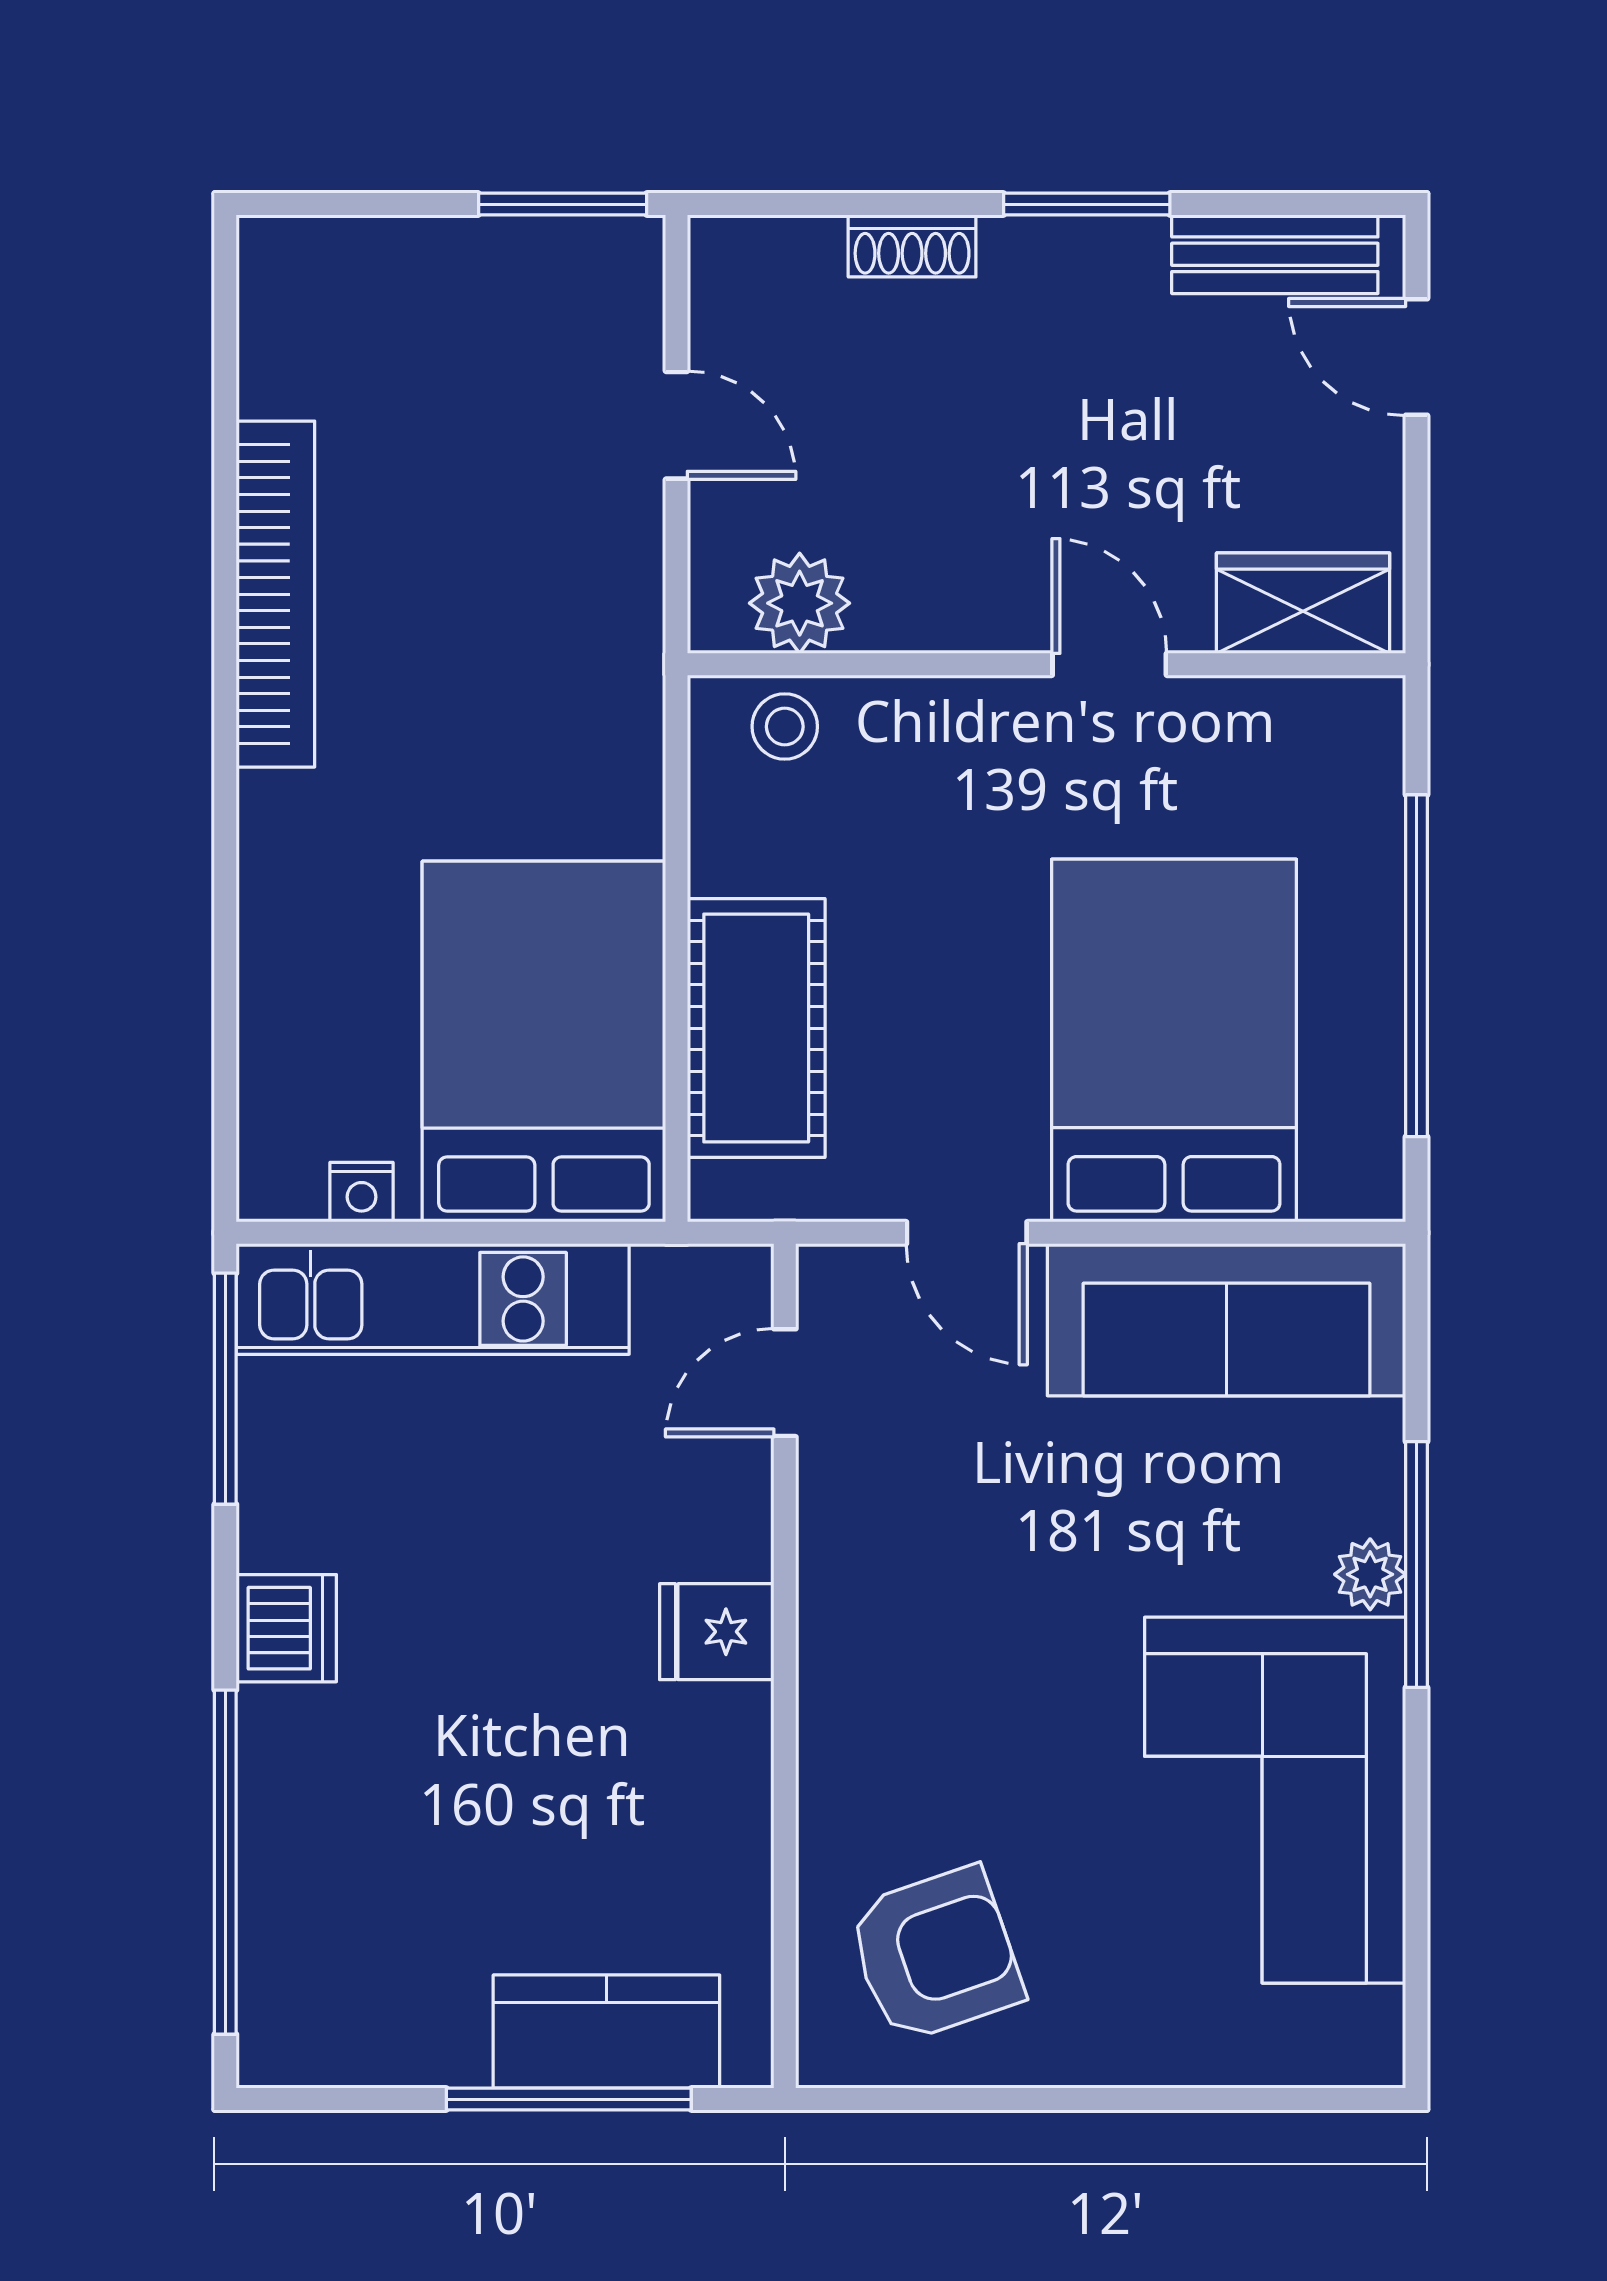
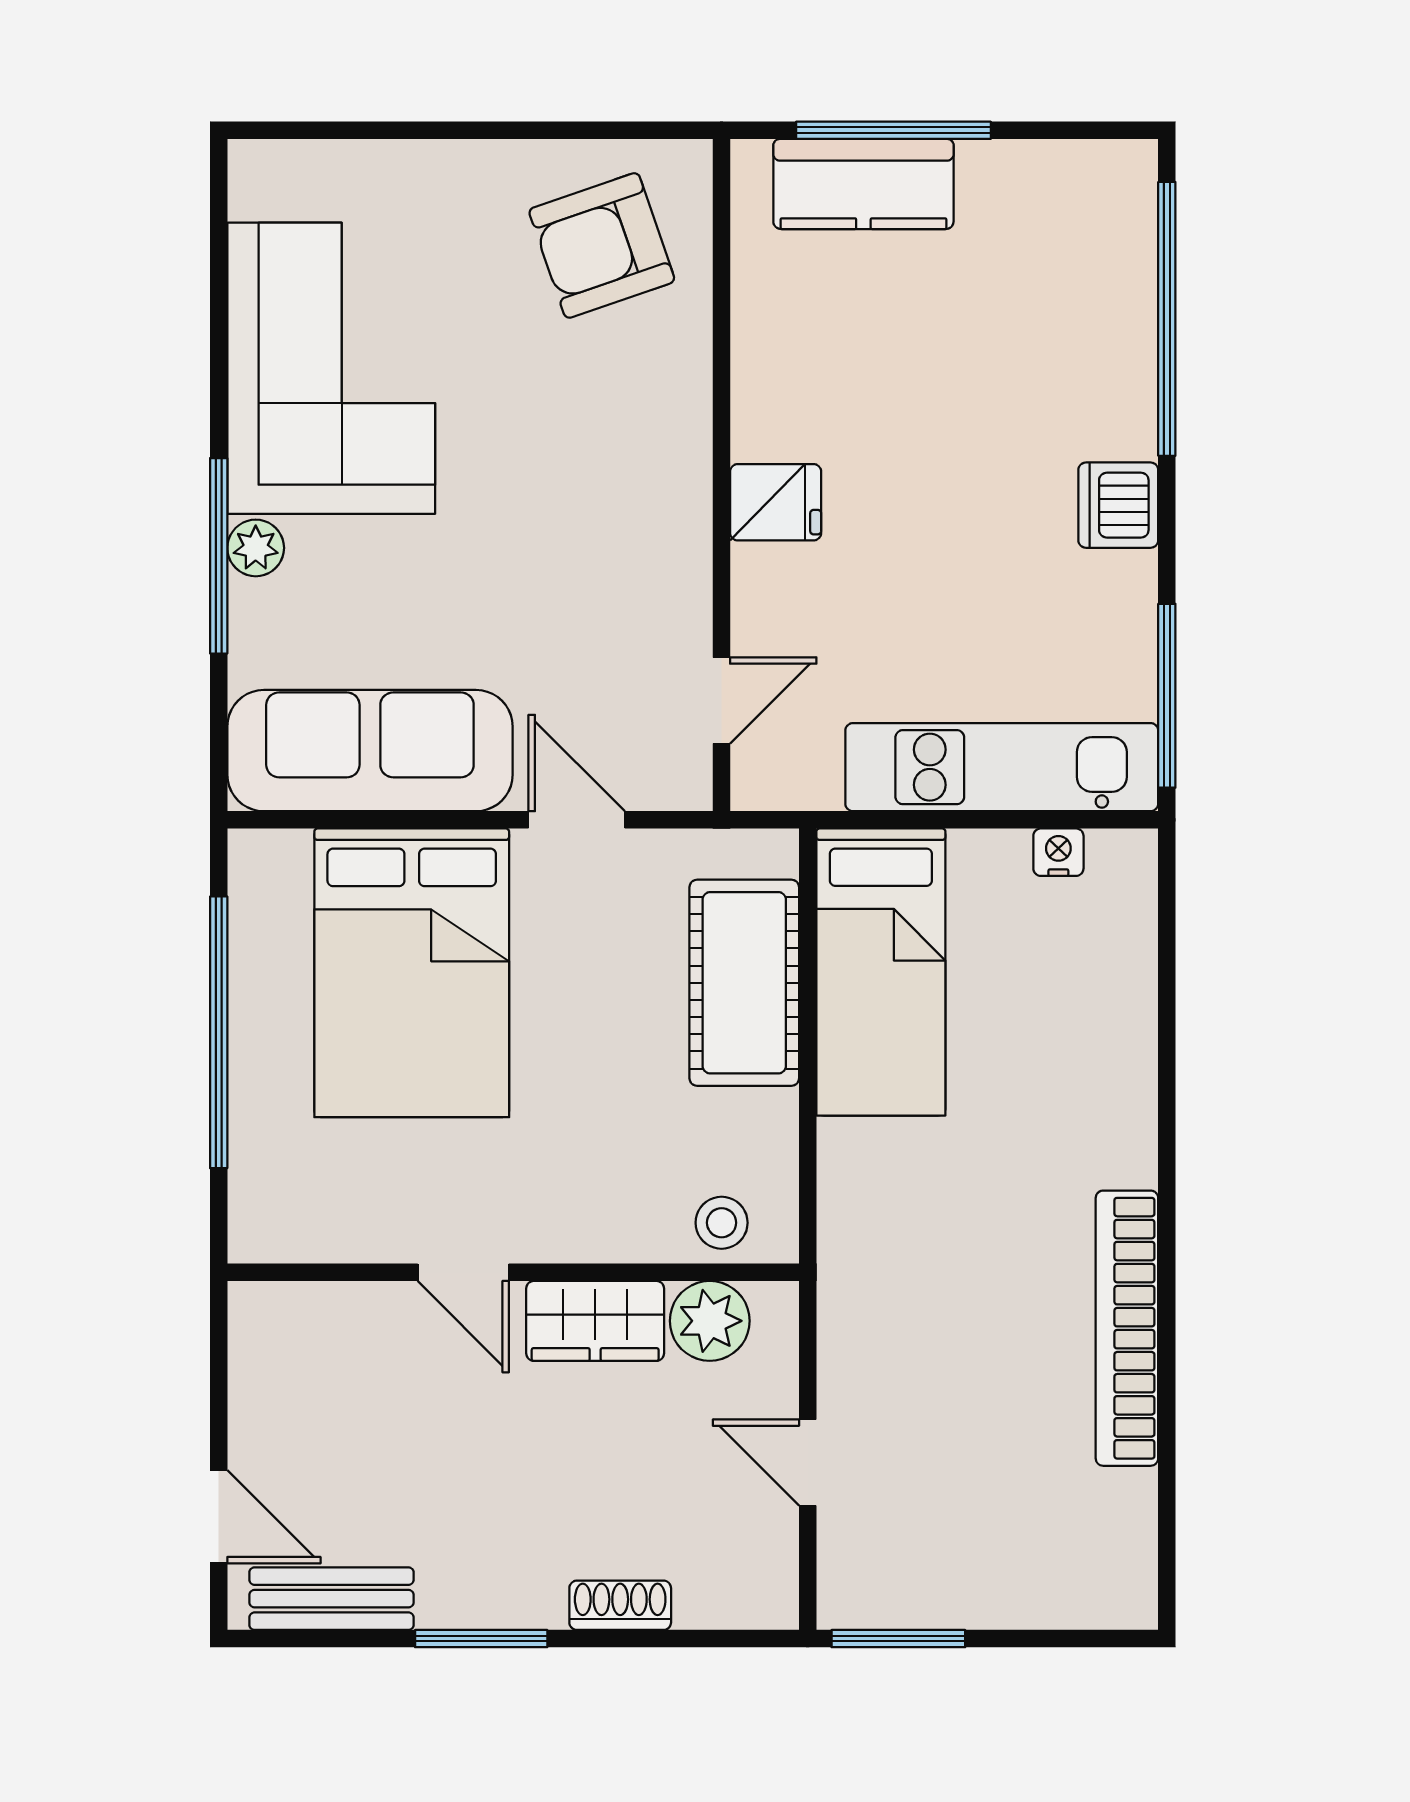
wardrobe: (1303, 603) -> (595, 1321), moved
bed: (544, 1042) -> (881, 972), width x0.67

